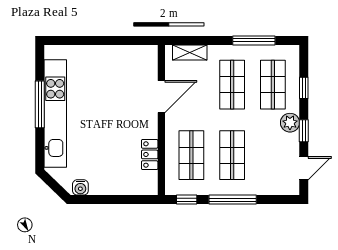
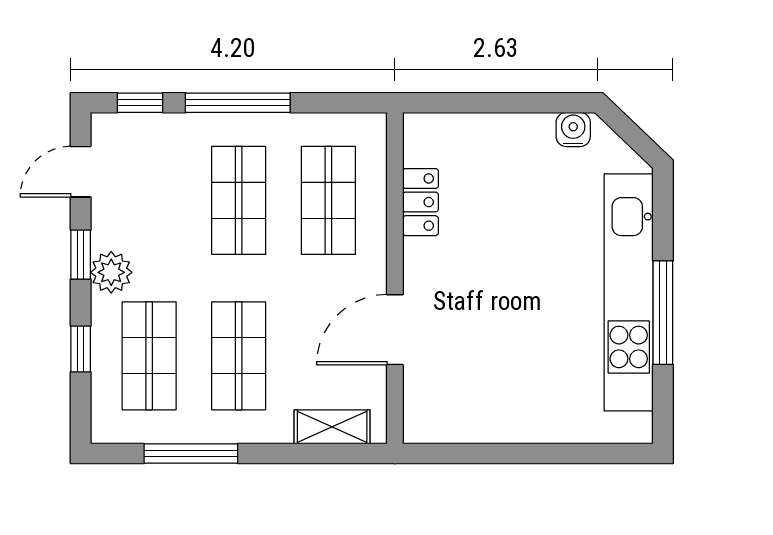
window: (187, 200) -> (140, 103), moved

